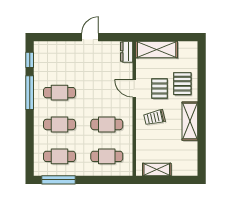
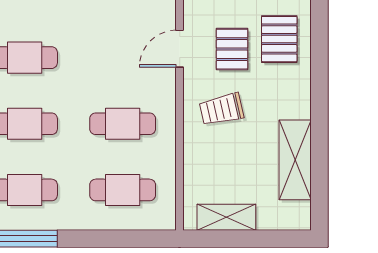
door: (134, 88) -> (180, 49), hinge flipped
shelving: (190, 121) -> (295, 160), moved

